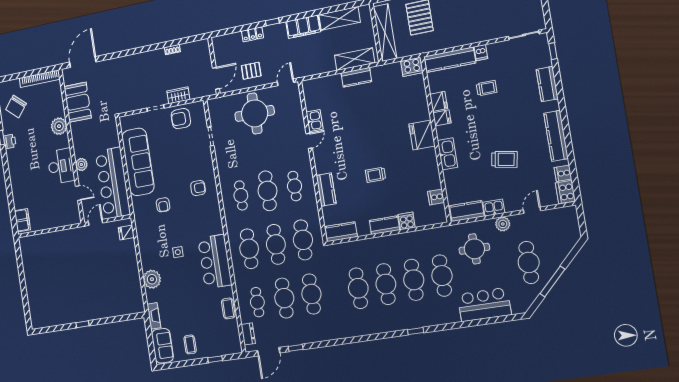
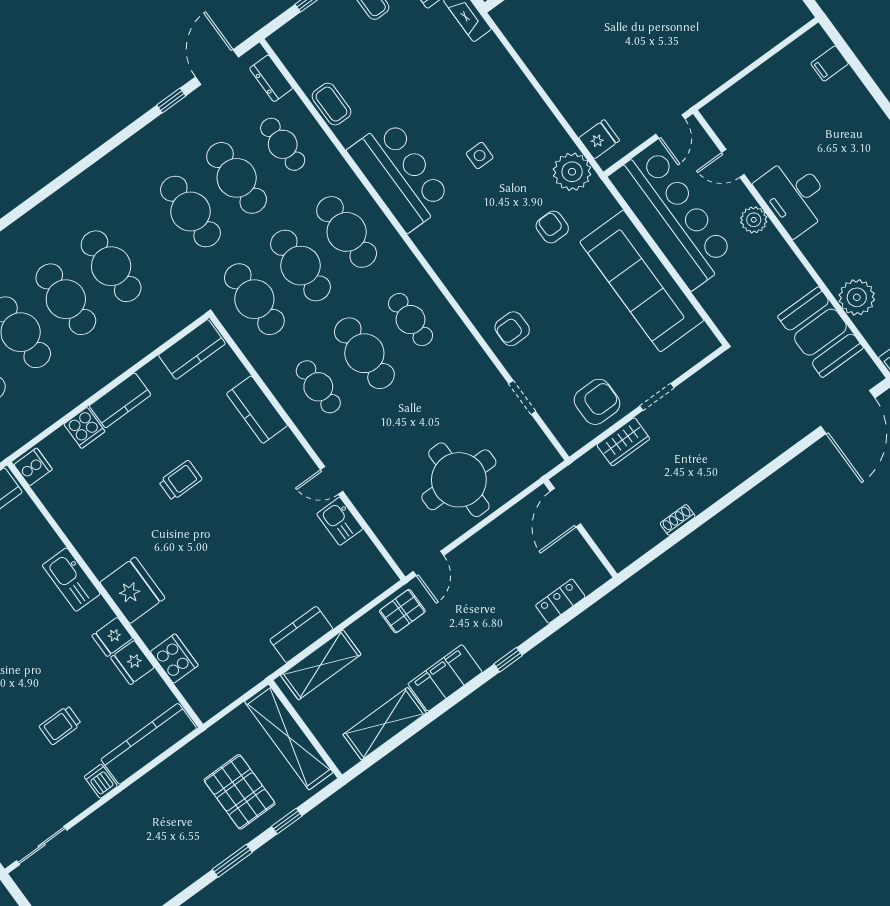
locker: (252, 34) -> (560, 601), moved
cooker: (412, 67) -> (174, 659), moved, turned 90
pallet: (251, 71) -> (402, 611), moved
plant: (59, 126) -> (857, 297), moved
door: (309, 141) -> (332, 480), hinge flipped
armchair: (198, 188) -> (512, 329), moved
cooker: (436, 197) -> (33, 467), moved
filing cabinet: (22, 220) -> (830, 64), width x0.50
plant: (152, 279) -> (572, 172), moved

